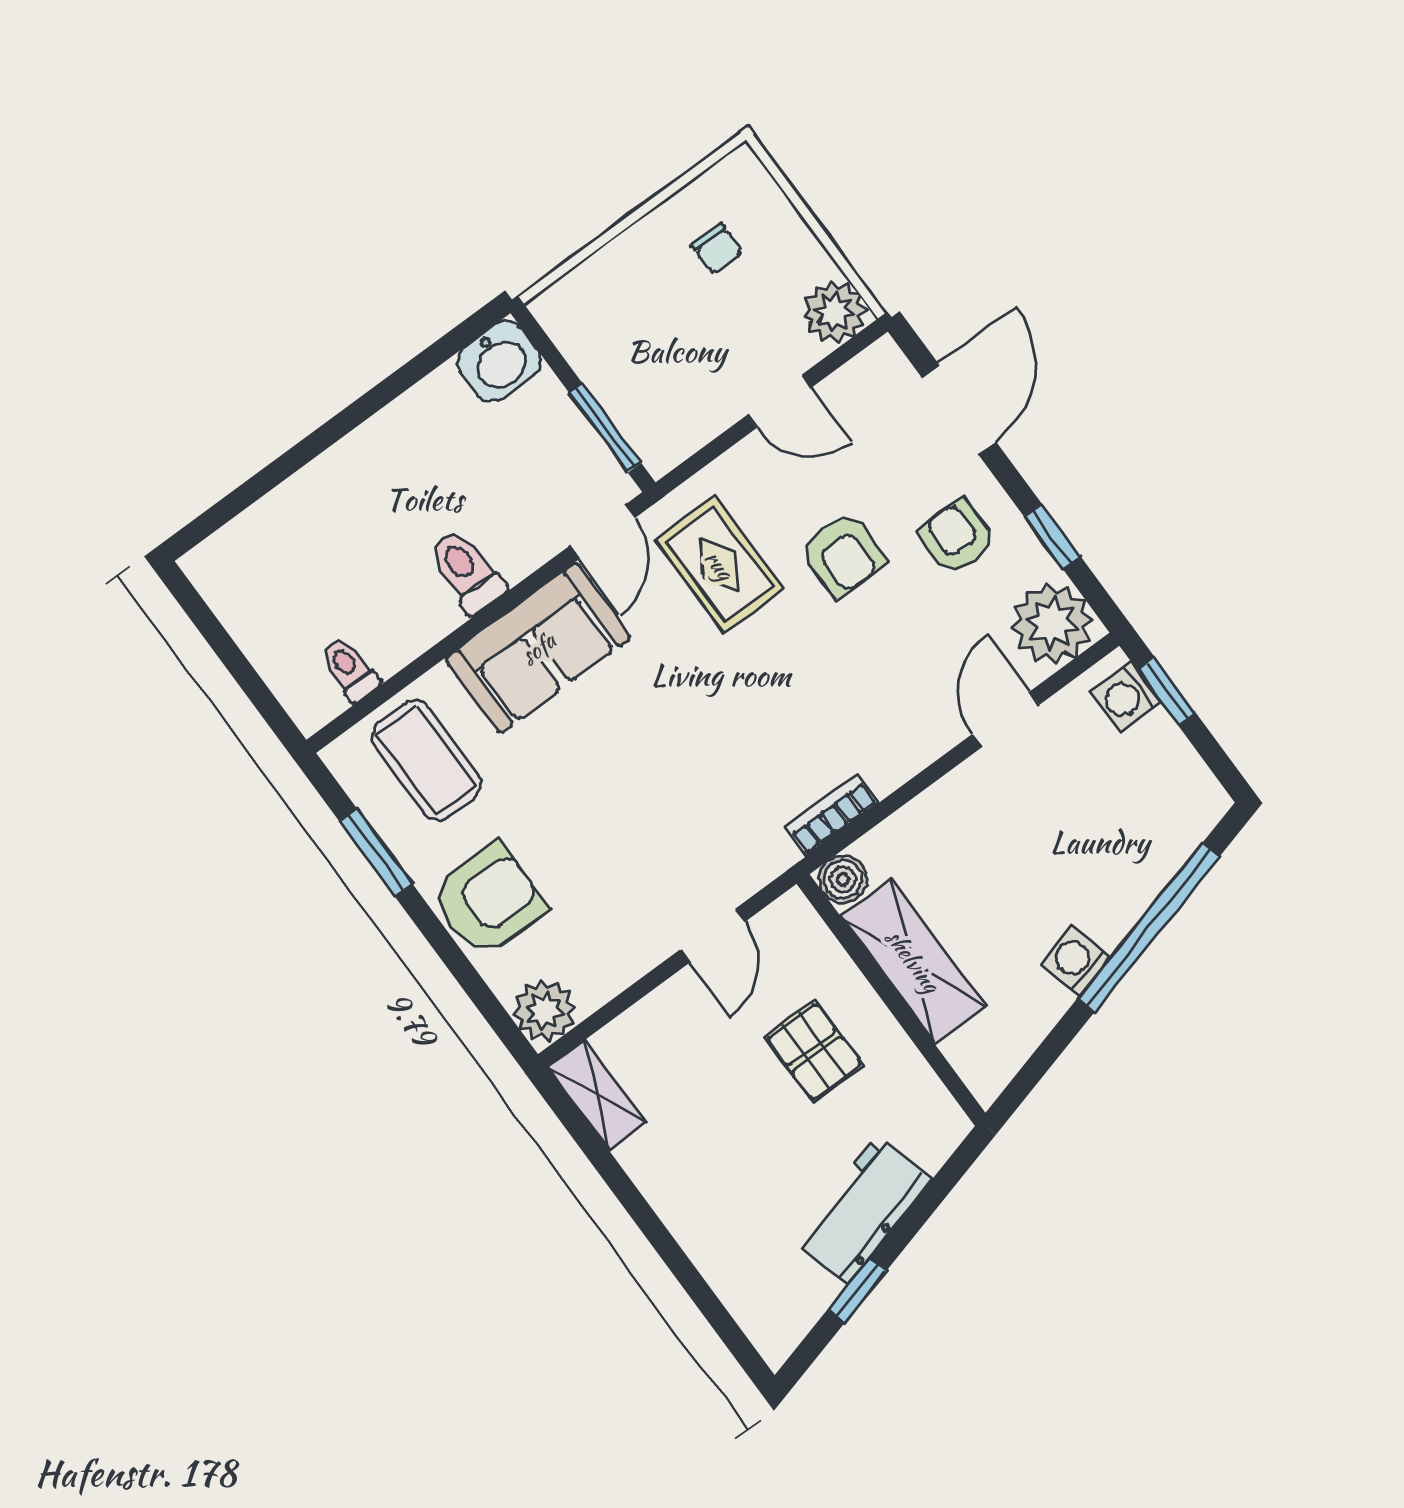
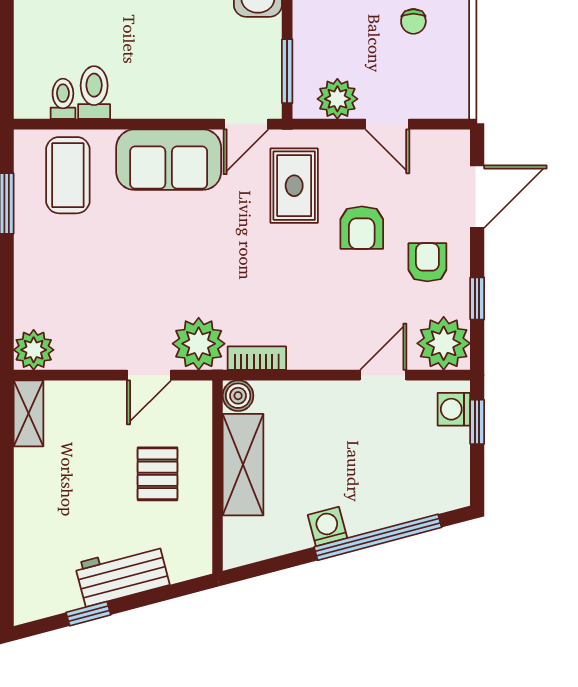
plant: (834, 312) -> (337, 99), moved
toilet: (466, 571) -> (94, 93), moved
plant: (746, 851) -> (199, 344), added
armchair: (488, 900) -> (47, 271), removed

